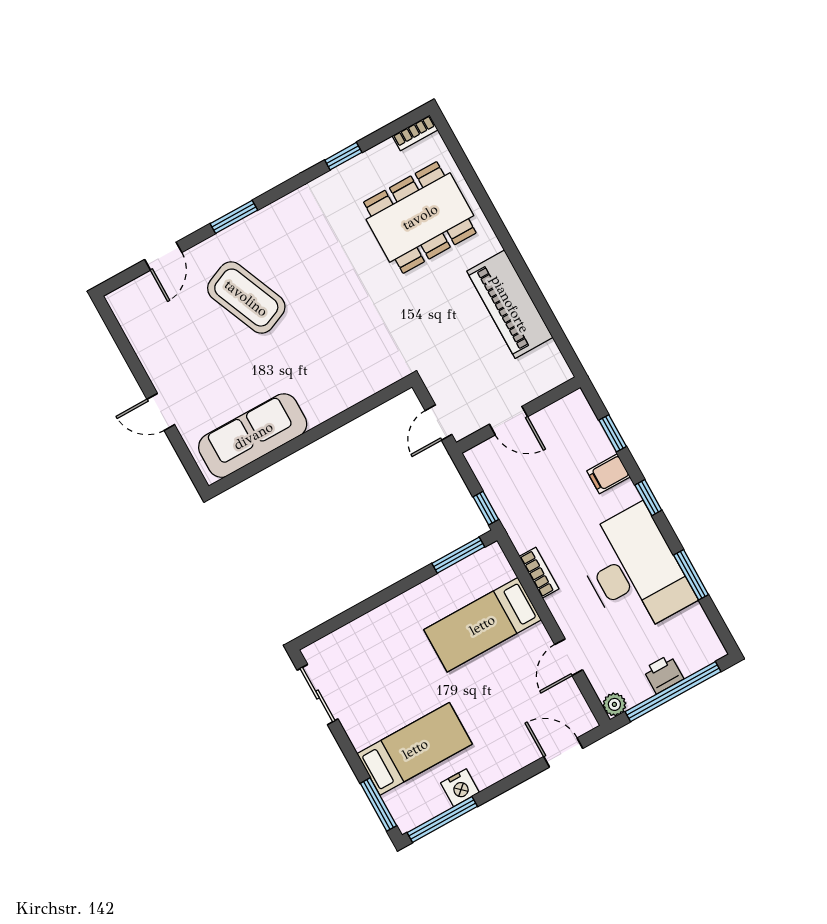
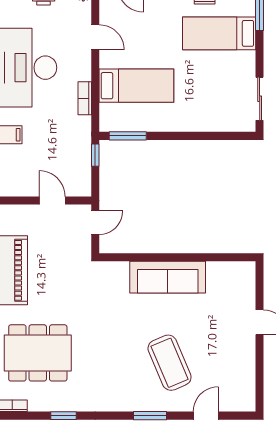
sofa: (253, 436) -> (168, 277), moved
door: (569, 657) -> (95, 37), hinge flipped

